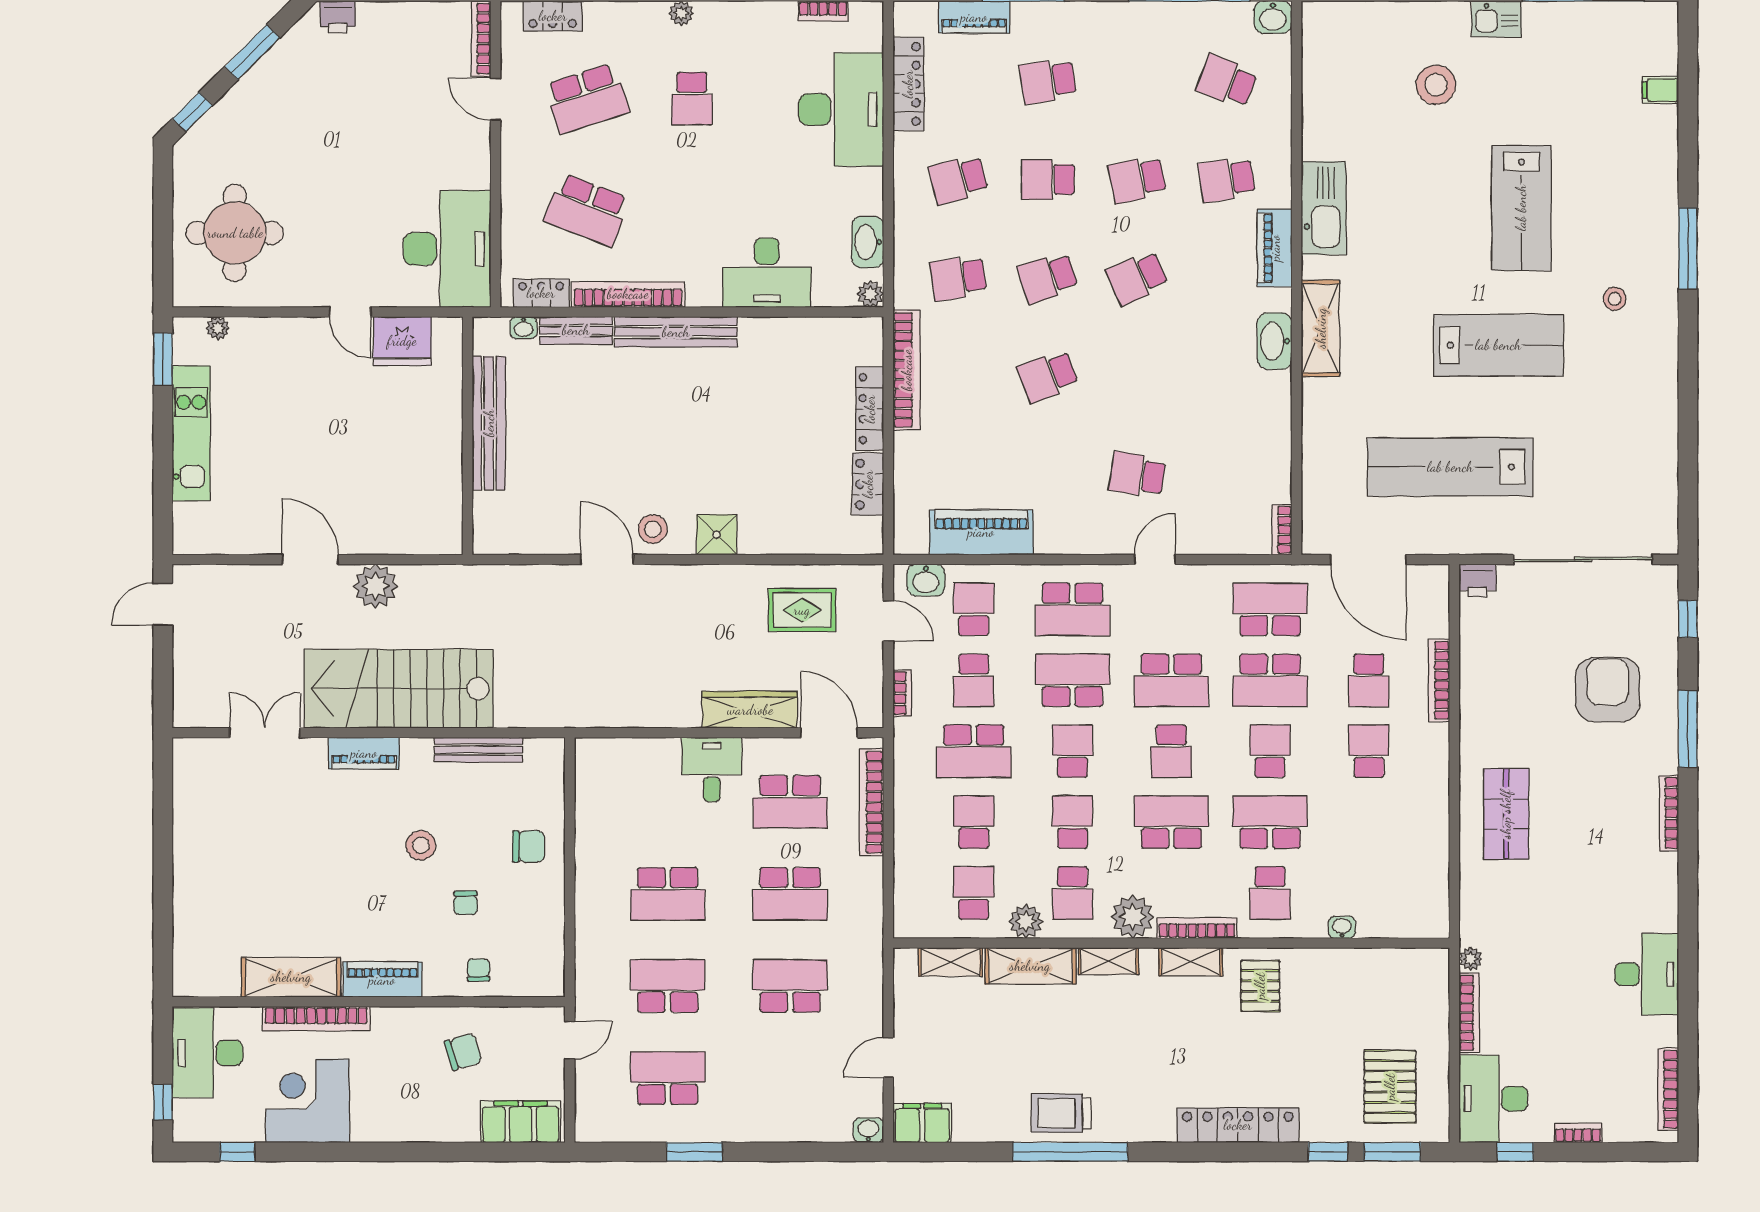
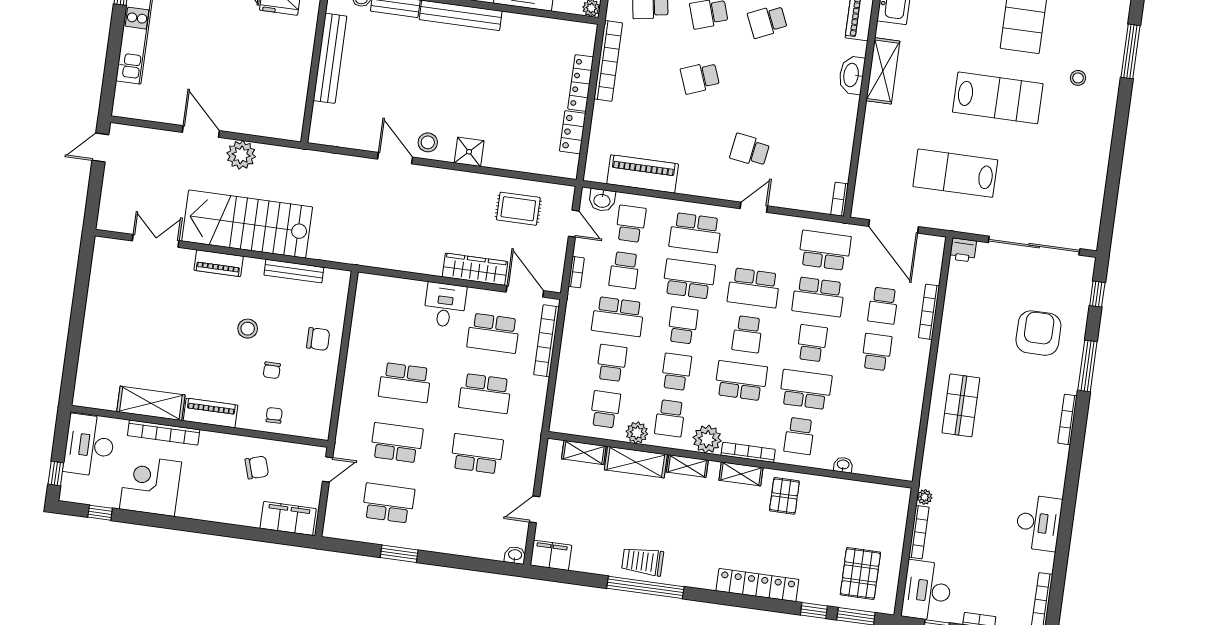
lab bench: (1450, 467) -> (955, 173), width x0.73

